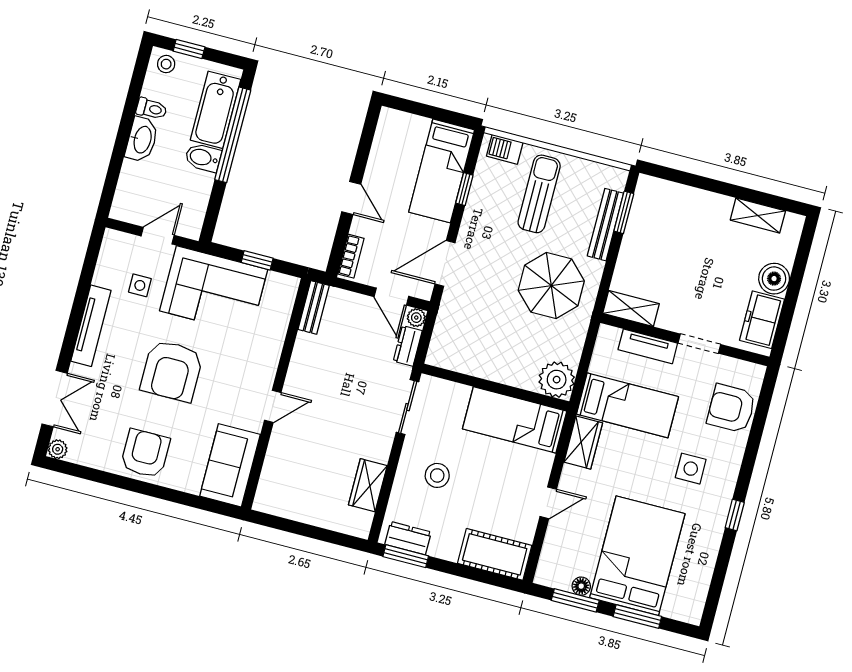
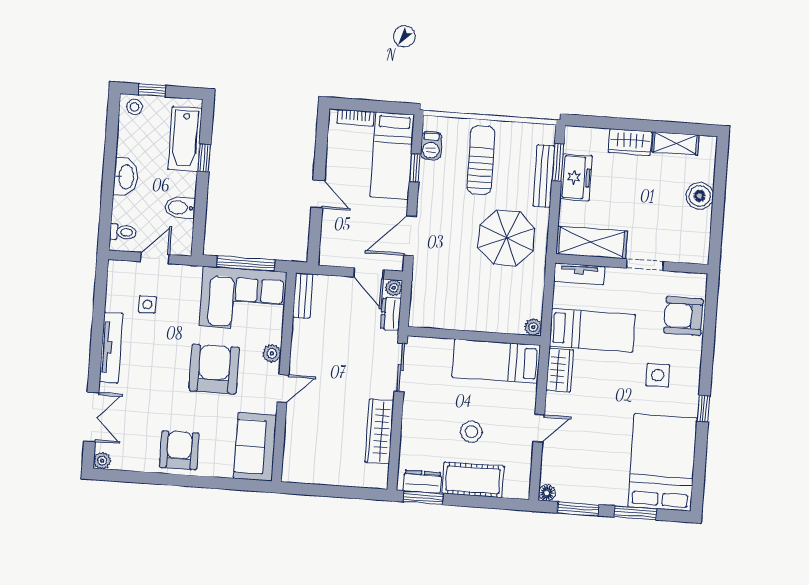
toilet: (151, 109) -> (123, 232), moved
window: (233, 135) -> (204, 158), width x0.32
barbecue: (505, 149) -> (431, 146), moved, turned -90
bidet: (203, 158) -> (180, 207), moved
wardrobe: (708, 205) -> (630, 142), added
bookcase: (351, 256) -> (356, 118), moved, turned 90
window: (257, 260) -> (246, 264), width x2.17
corner sofa: (214, 290) -> (243, 299), moved
shelving: (631, 309) -> (592, 243), width x1.50, depth x1.33
freezer: (762, 320) -> (576, 177), moved, turned 180
tv unit: (648, 346) -> (579, 274), moved
plant: (268, 365) -> (272, 353), added
armchair: (172, 371) -> (214, 369), moved, turned 180
plant: (557, 380) -> (533, 327), width x0.53, depth x0.53
stool: (437, 475) -> (471, 432), moved
wardrobe: (368, 485) -> (379, 431), width x1.50
cot: (495, 554) -> (473, 480), moved
bed: (637, 556) -> (663, 463), moved
floor lamp: (581, 586) -> (547, 493), moved

